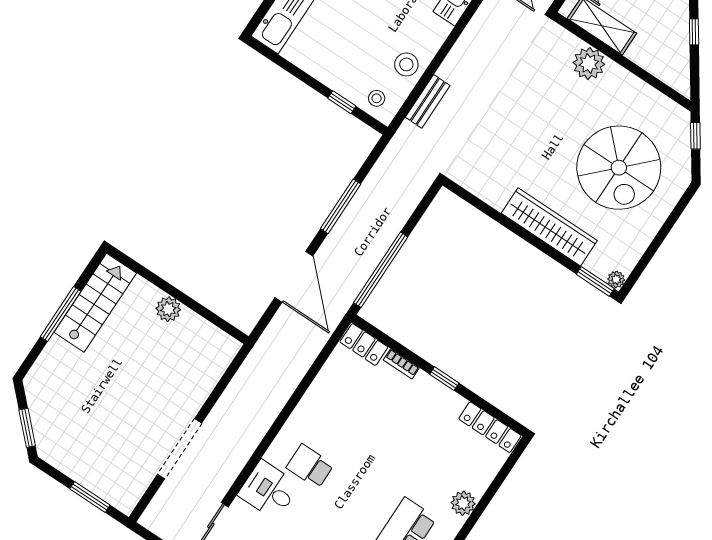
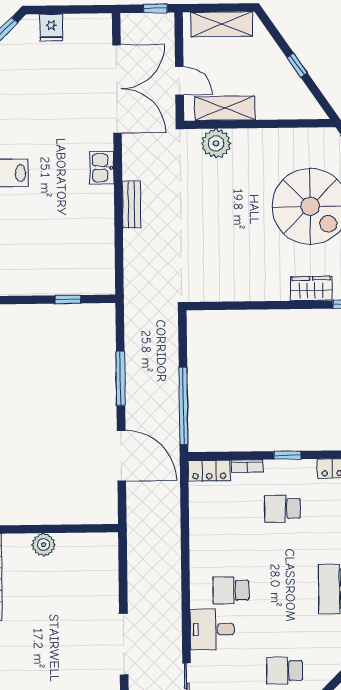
plant: (589, 63) -> (216, 143), moved
stool: (406, 64) -> (97, 238), removed
stool: (377, 98) -> (92, 279), removed
bench: (428, 101) -> (132, 204), moved
wardrobe: (549, 227) -> (311, 289), width x0.48, depth x0.85
school desk: (407, 424) -> (283, 509), added

